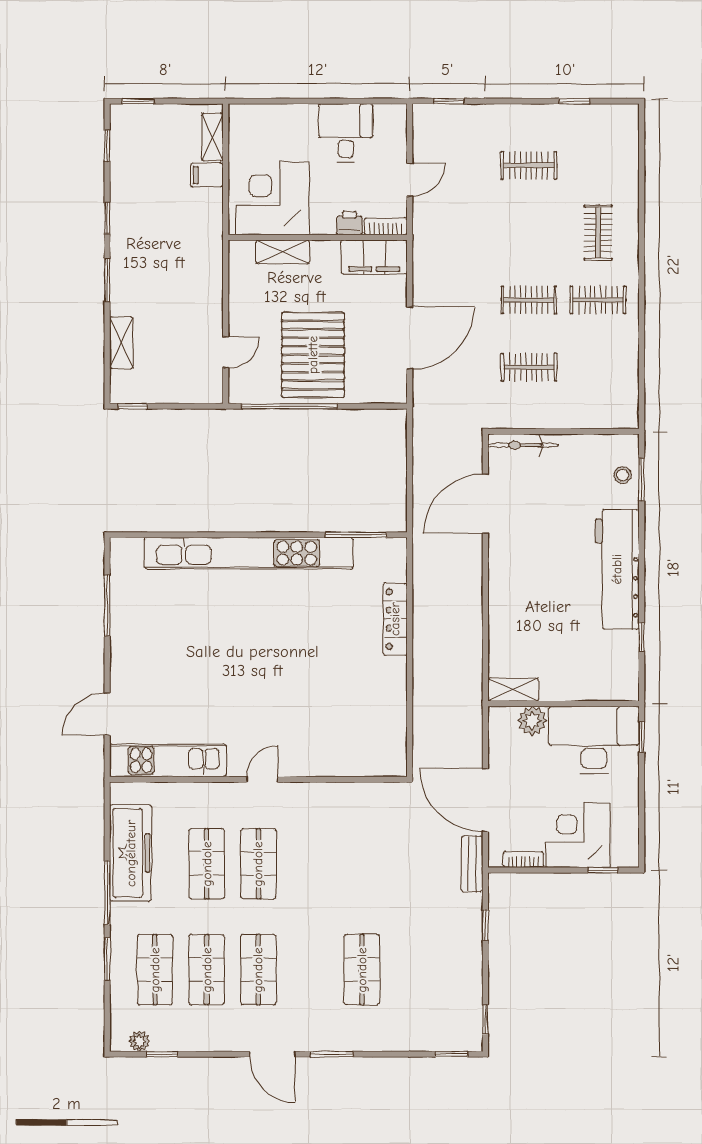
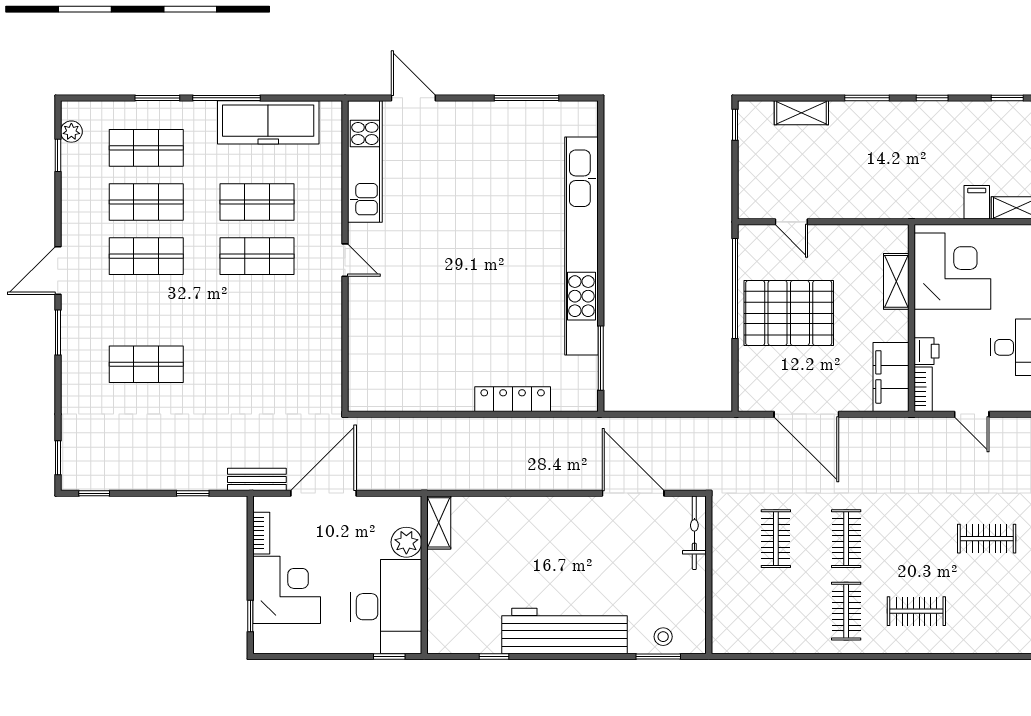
clothes rail: (529, 165) -> (987, 539), turned 90

